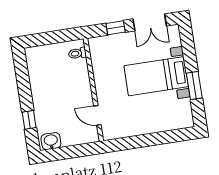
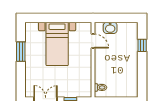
bed with nightstands: (156, 76) -> (57, 44), moved, turned 90
washbasin: (51, 141) -> (110, 28), moved

